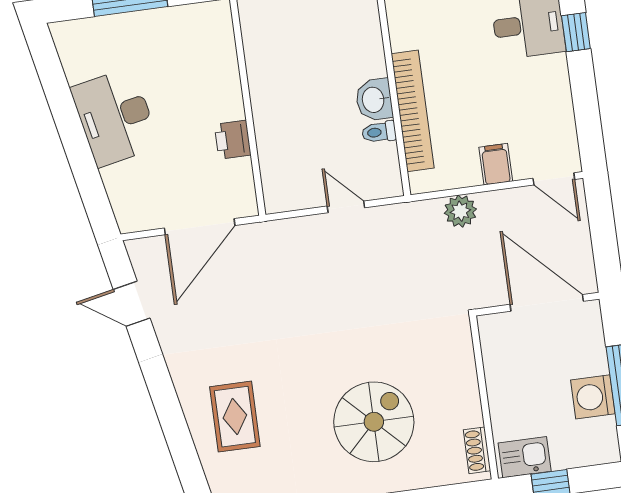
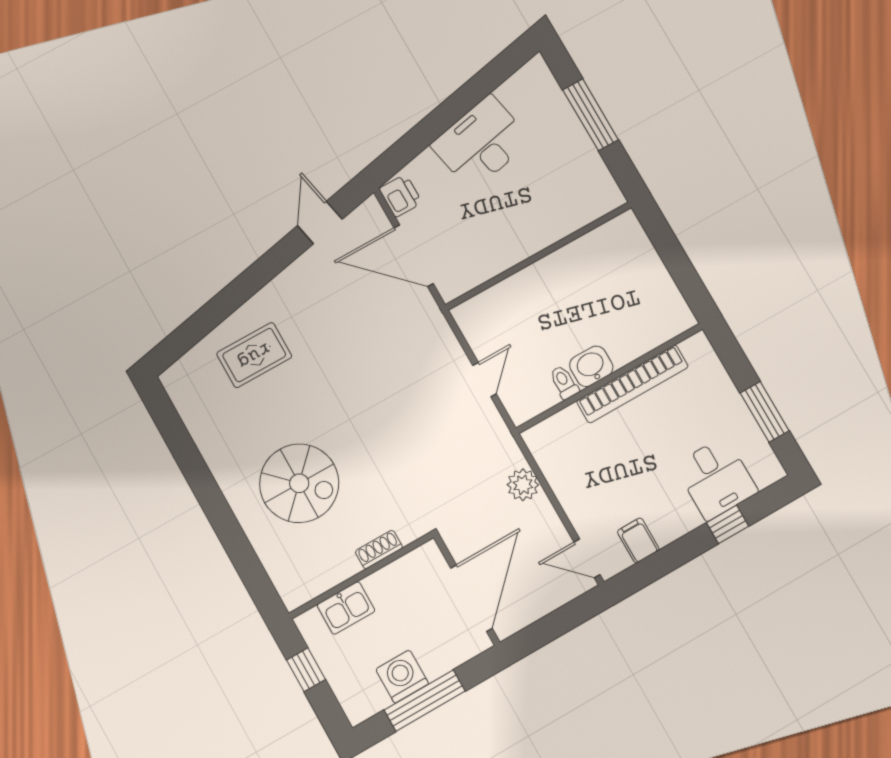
bookcase: (413, 111) -> (632, 384), moved
printer: (233, 140) -> (401, 196), moved, turned 90
filing cabinet: (496, 164) -> (638, 540), moved, turned -90
door: (554, 179) -> (587, 558), hinge flipped
shoe rack: (477, 450) -> (379, 550), moved
kitchen sink: (525, 457) -> (346, 608), moved, turned 90

